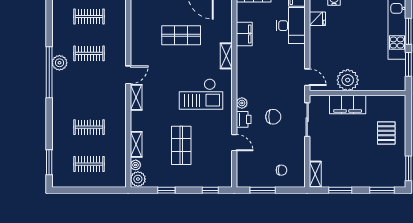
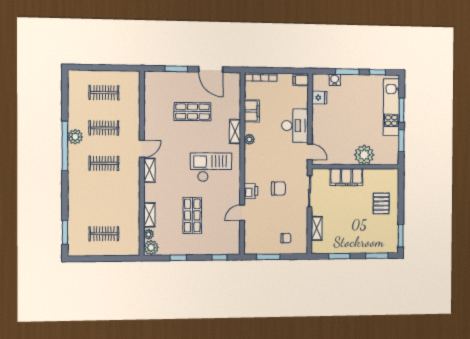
desk: (291, 26) -> (295, 126), moved
plant: (348, 80) -> (364, 155), moved
checkout: (201, 94) -> (211, 167), turned 180
plant: (242, 103) -> (249, 139), moved
clothes rail: (89, 127) -> (104, 163), moved
door: (234, 143) -> (242, 213), swing flipped
shelving: (315, 174) -> (317, 228), moved

